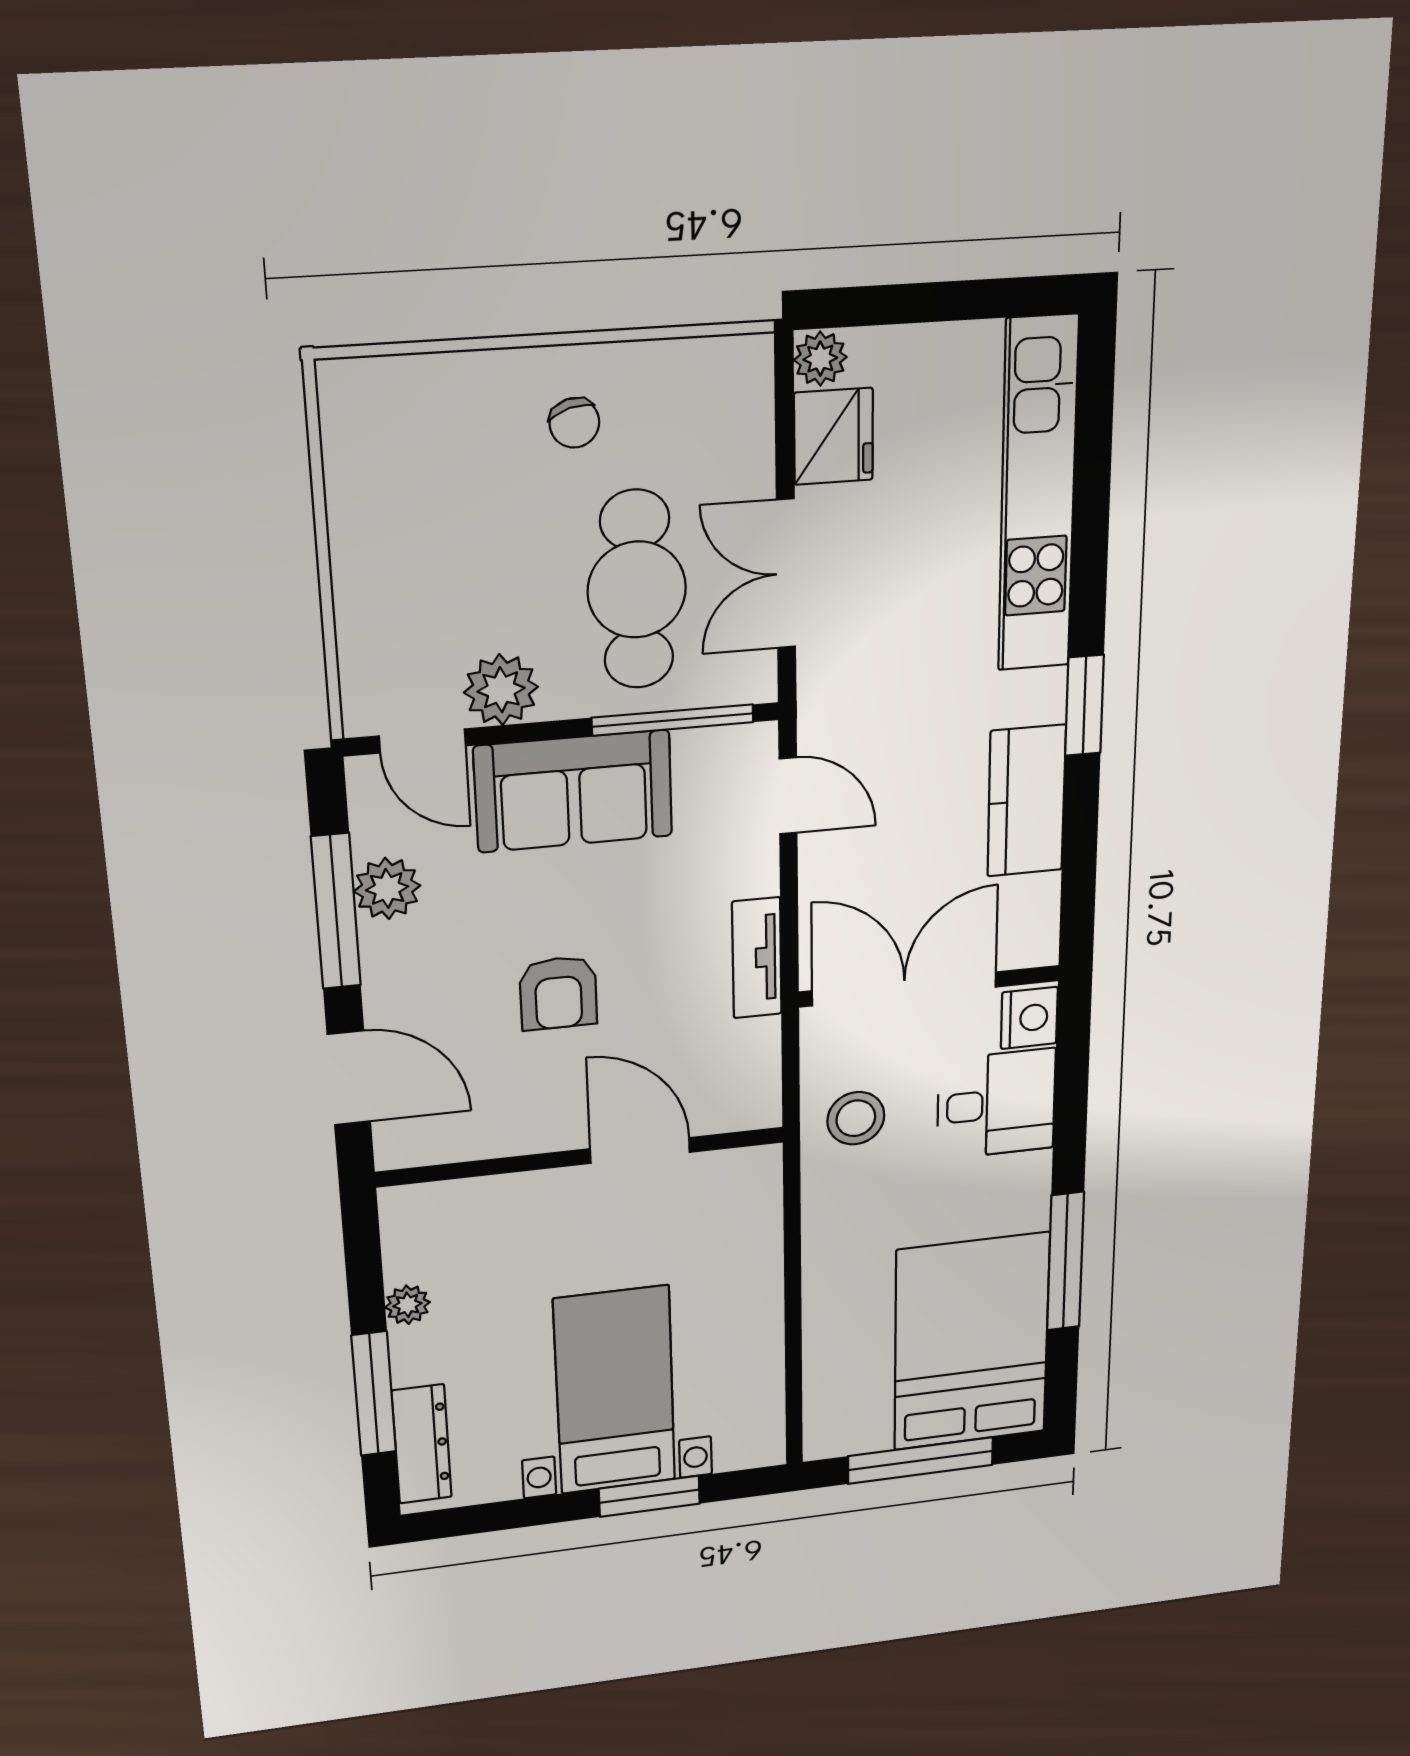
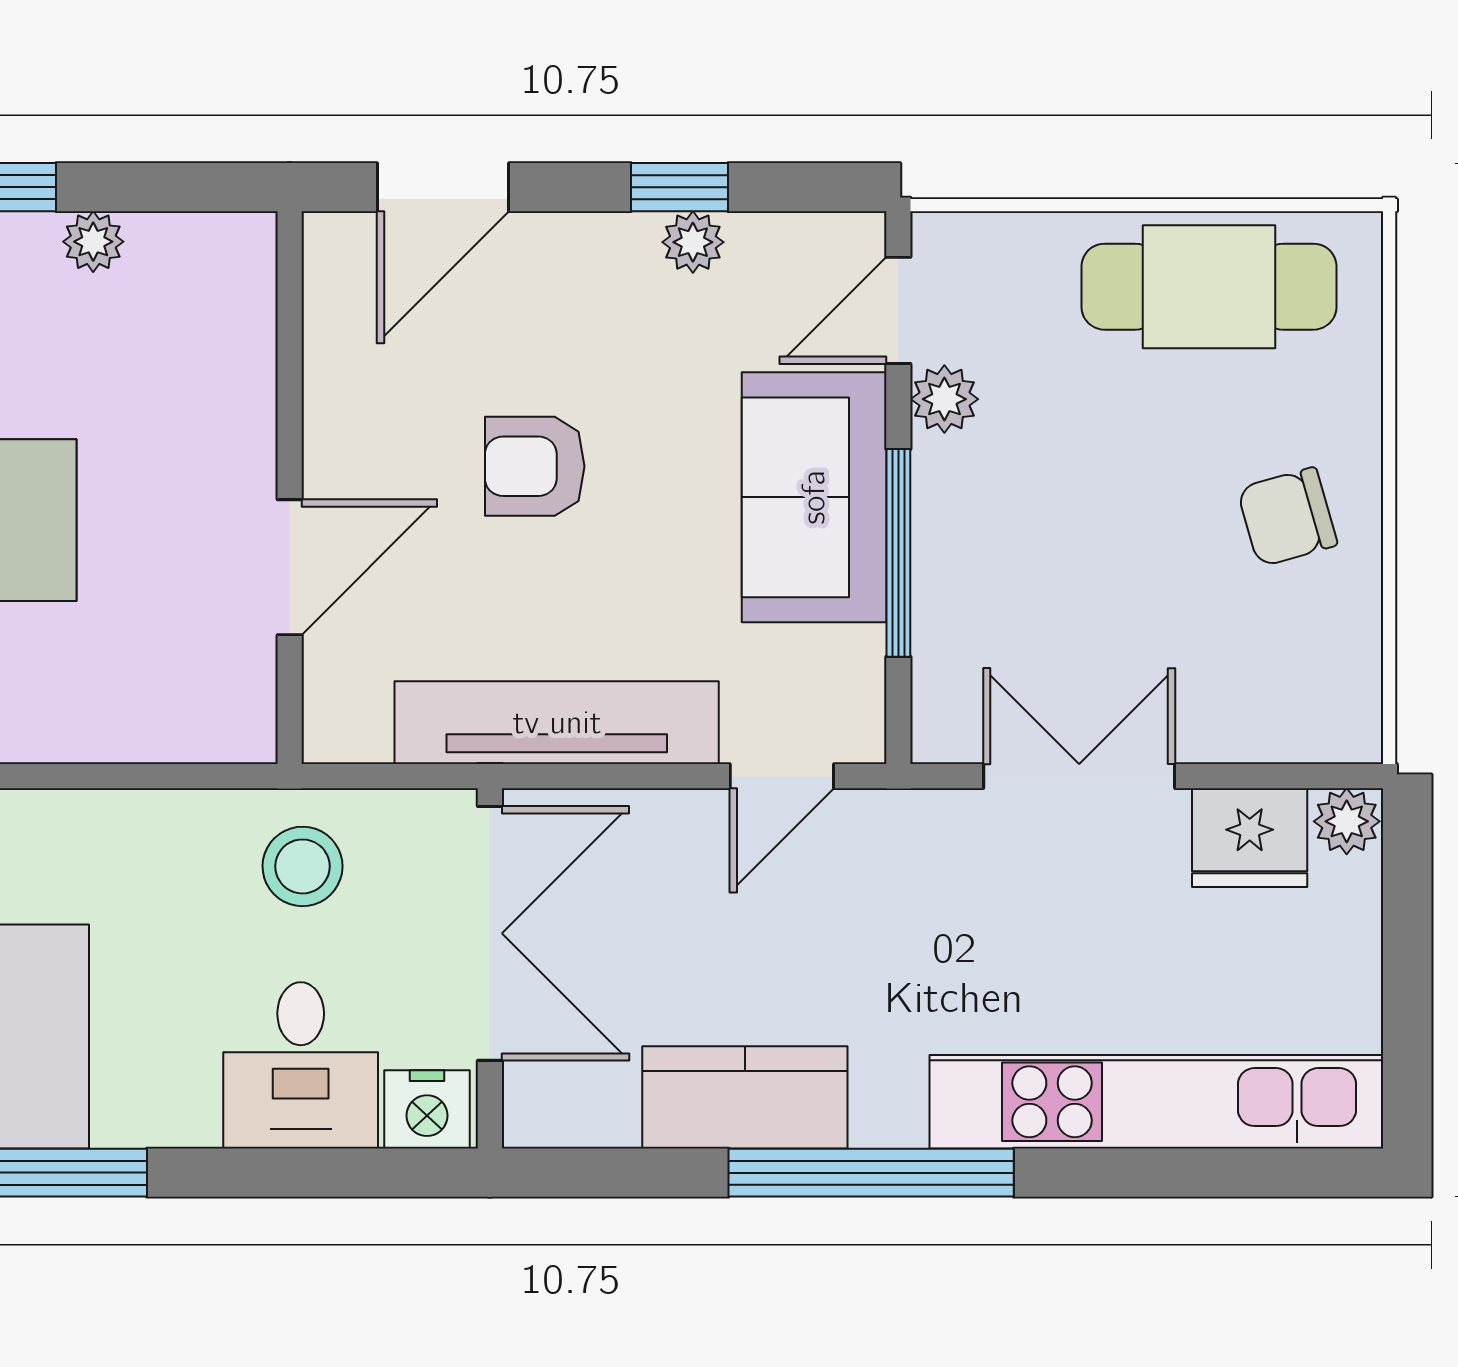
chair: (574, 423) -> (1287, 517), width x1.37, depth x1.37
cafe table: (637, 590) -> (1209, 287), moved
plant: (501, 690) -> (944, 399), width x0.73, depth x0.73
window: (1084, 705) -> (871, 1173), width x2.11
window: (673, 720) -> (898, 553), moved
plant: (387, 888) -> (693, 242), width x0.73, depth x0.73
window: (336, 911) -> (679, 187), width x0.46
tv unit: (757, 958) -> (557, 723), width x1.92, depth x1.29

